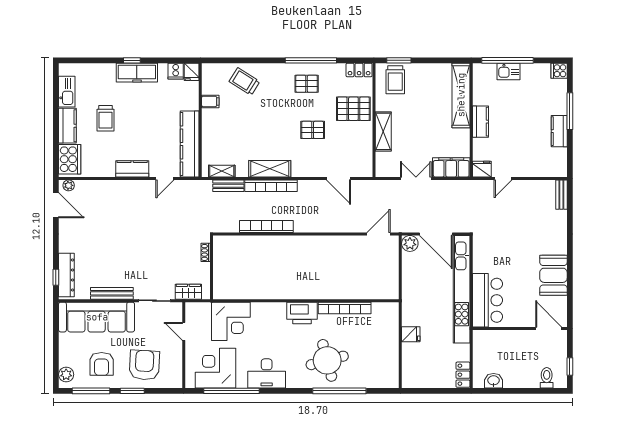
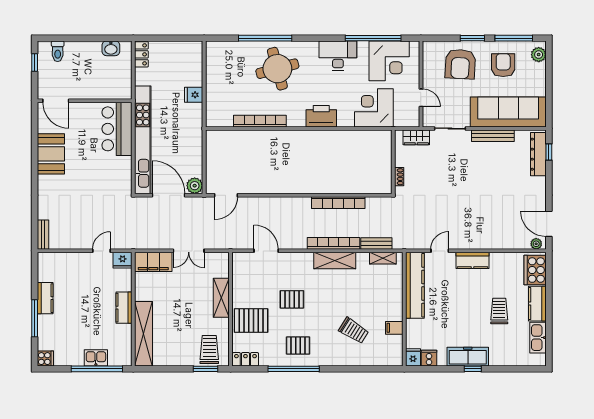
trolley: (244, 81) -> (354, 331), moved
printer: (302, 313) -> (321, 116), moved

